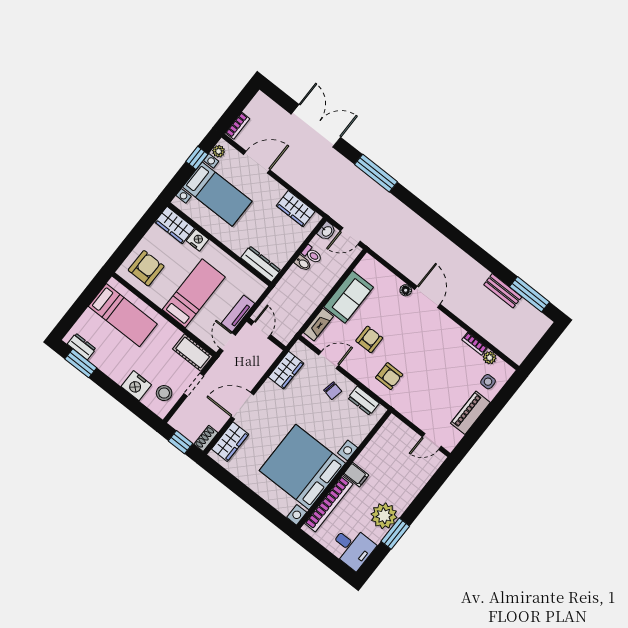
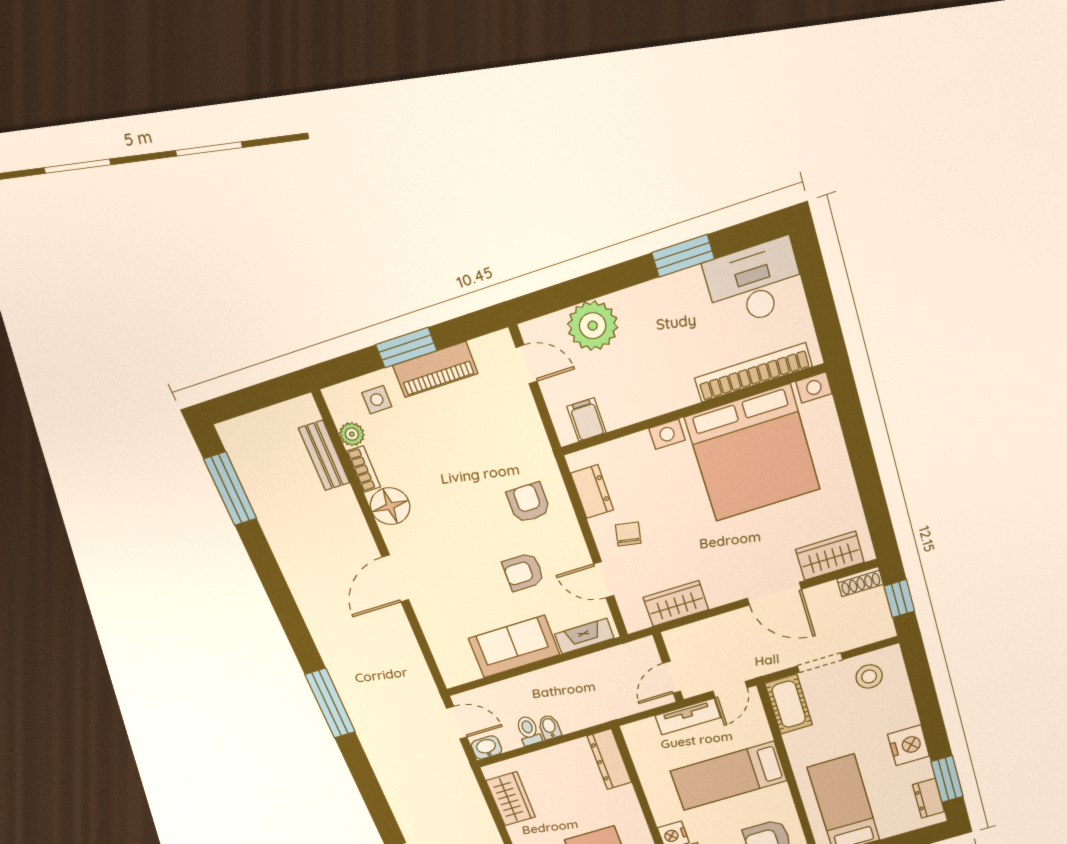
window: (376, 173) -> (330, 703), moved
floor lamp: (406, 290) -> (390, 506), moved, width x1.89, depth x1.89
bench: (503, 291) -> (324, 456), moved
nightstand: (136, 386) -> (909, 745), moved
window: (489, 415) -> (406, 348), added
filing cabinet: (356, 475) -> (587, 420), moved
plant: (384, 516) -> (593, 326), moved
desk: (352, 547) -> (755, 283), width x1.37

